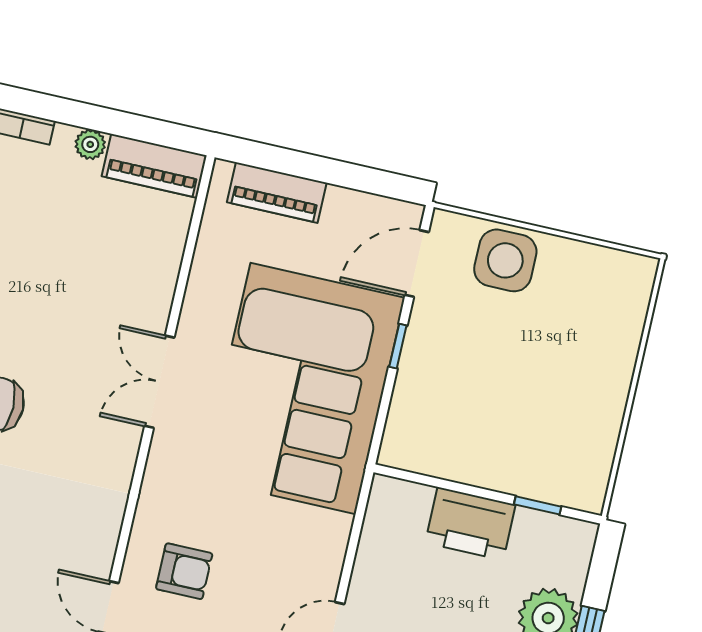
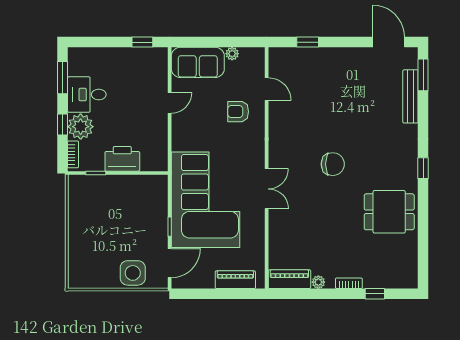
bookcase: (579, 559) -> (73, 154), added

